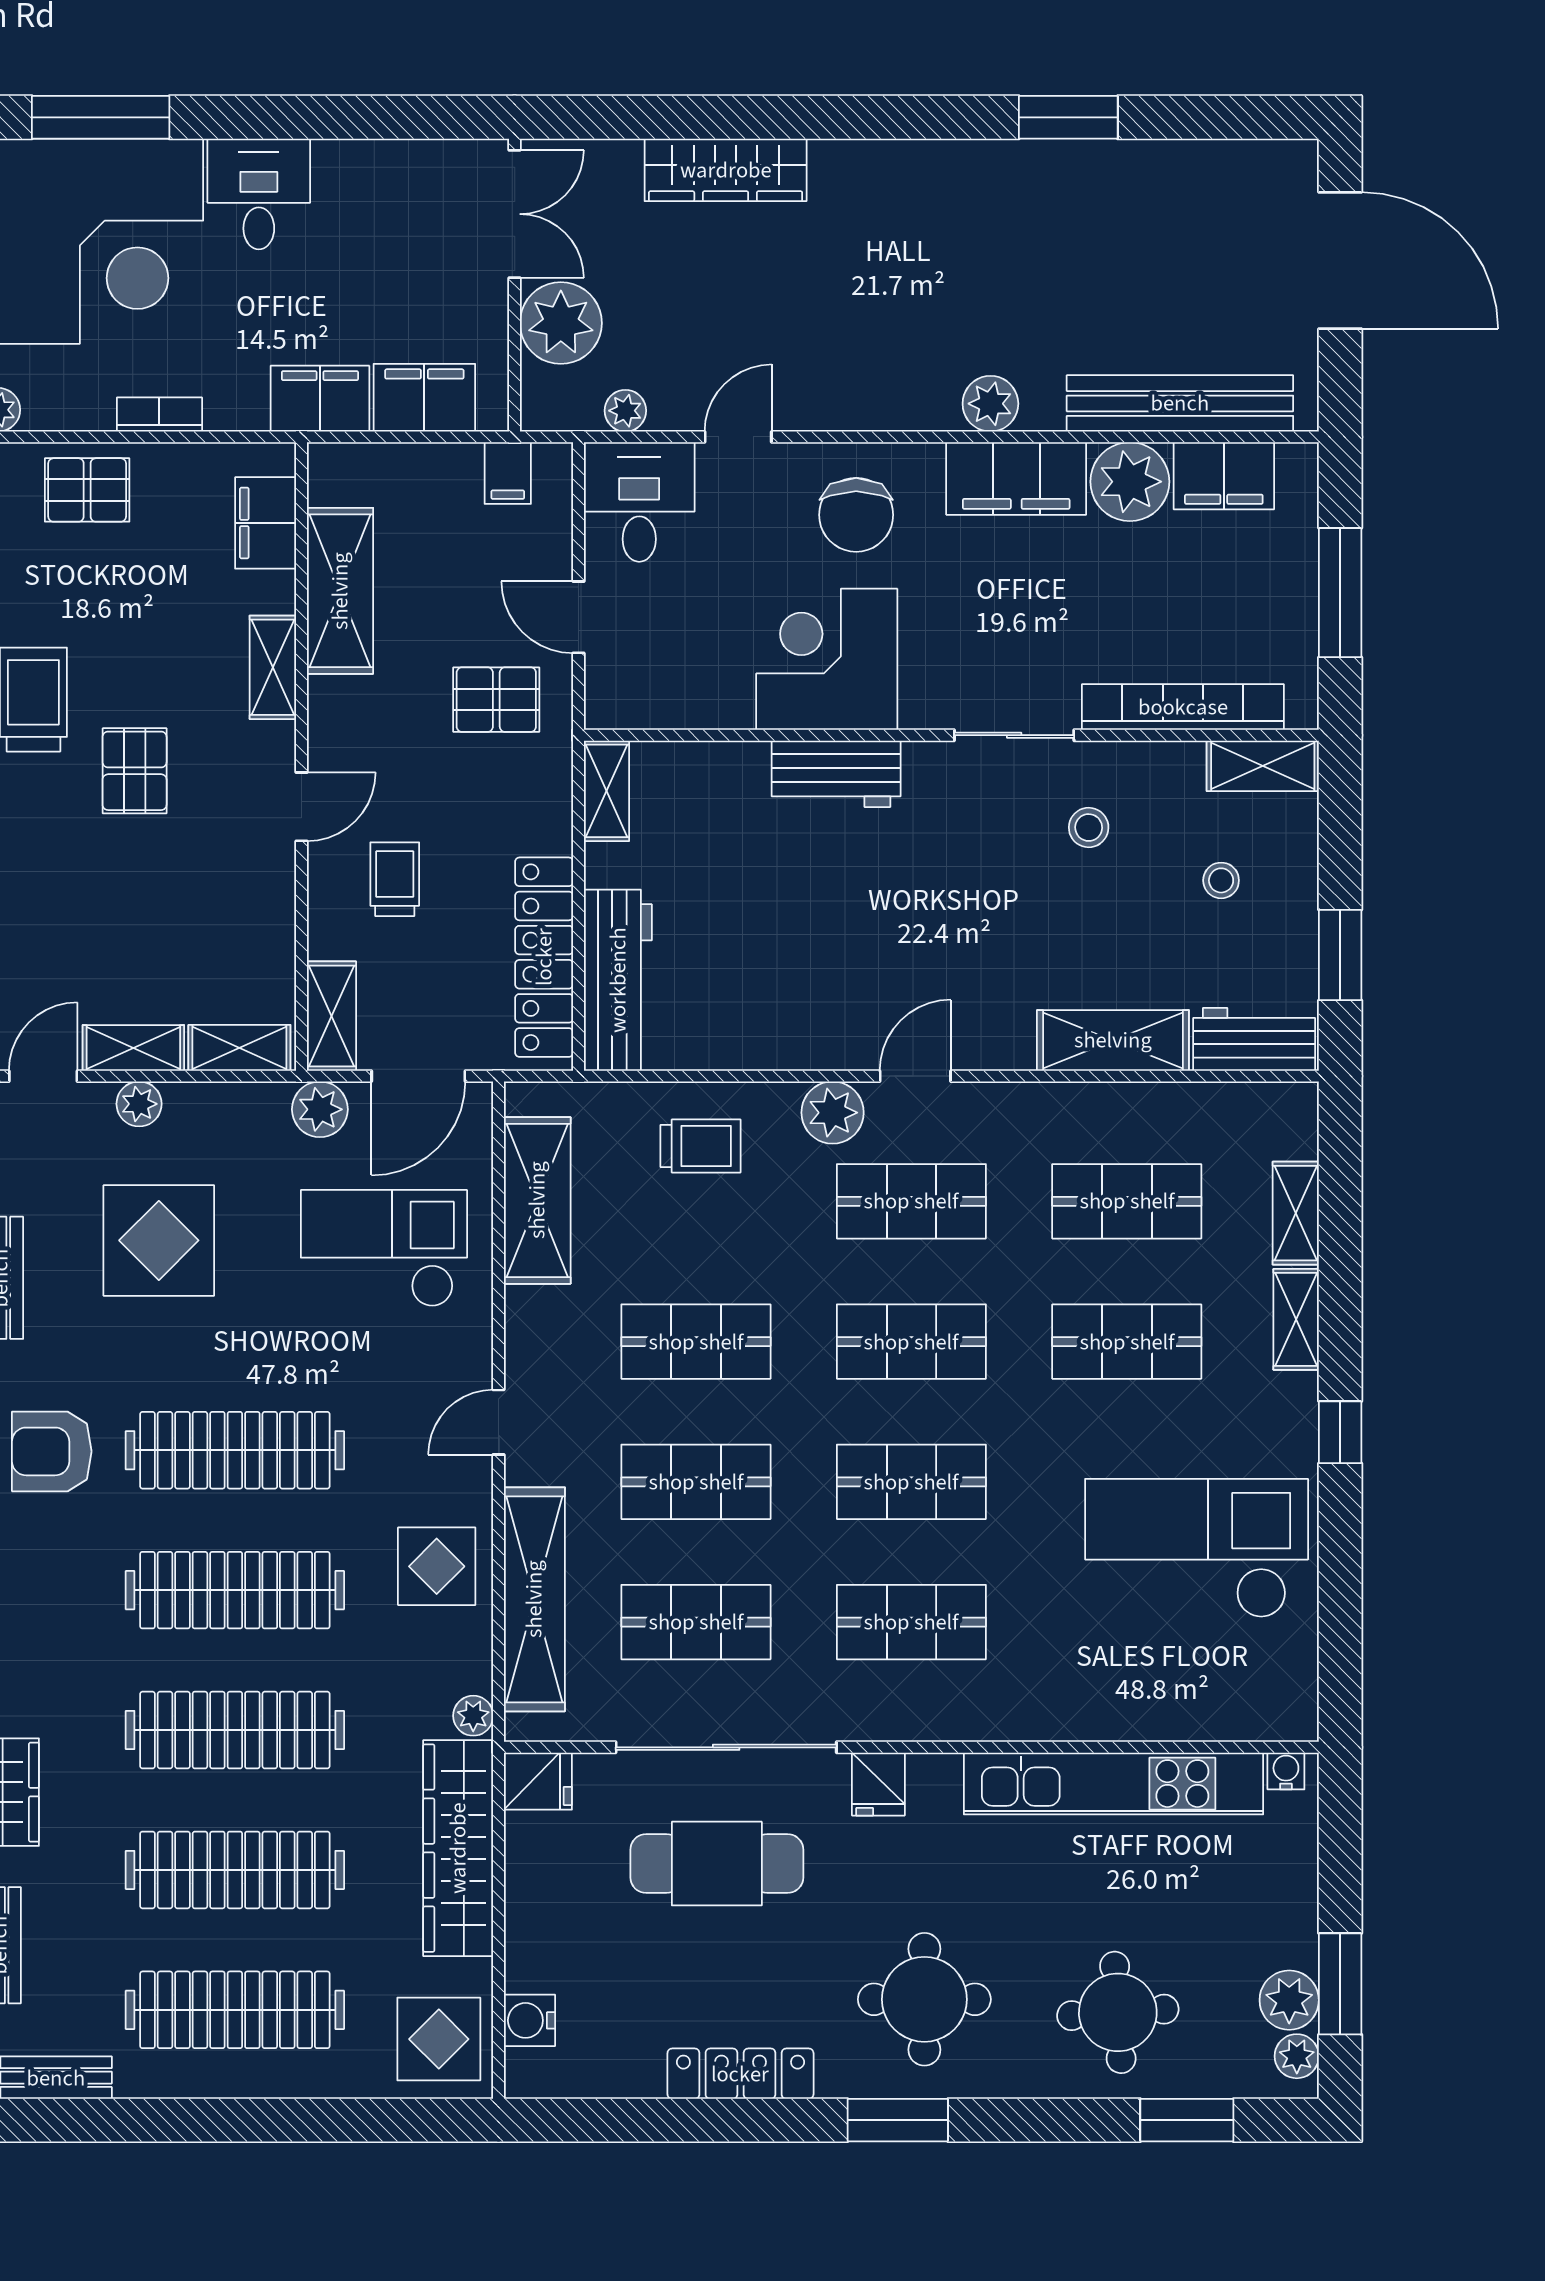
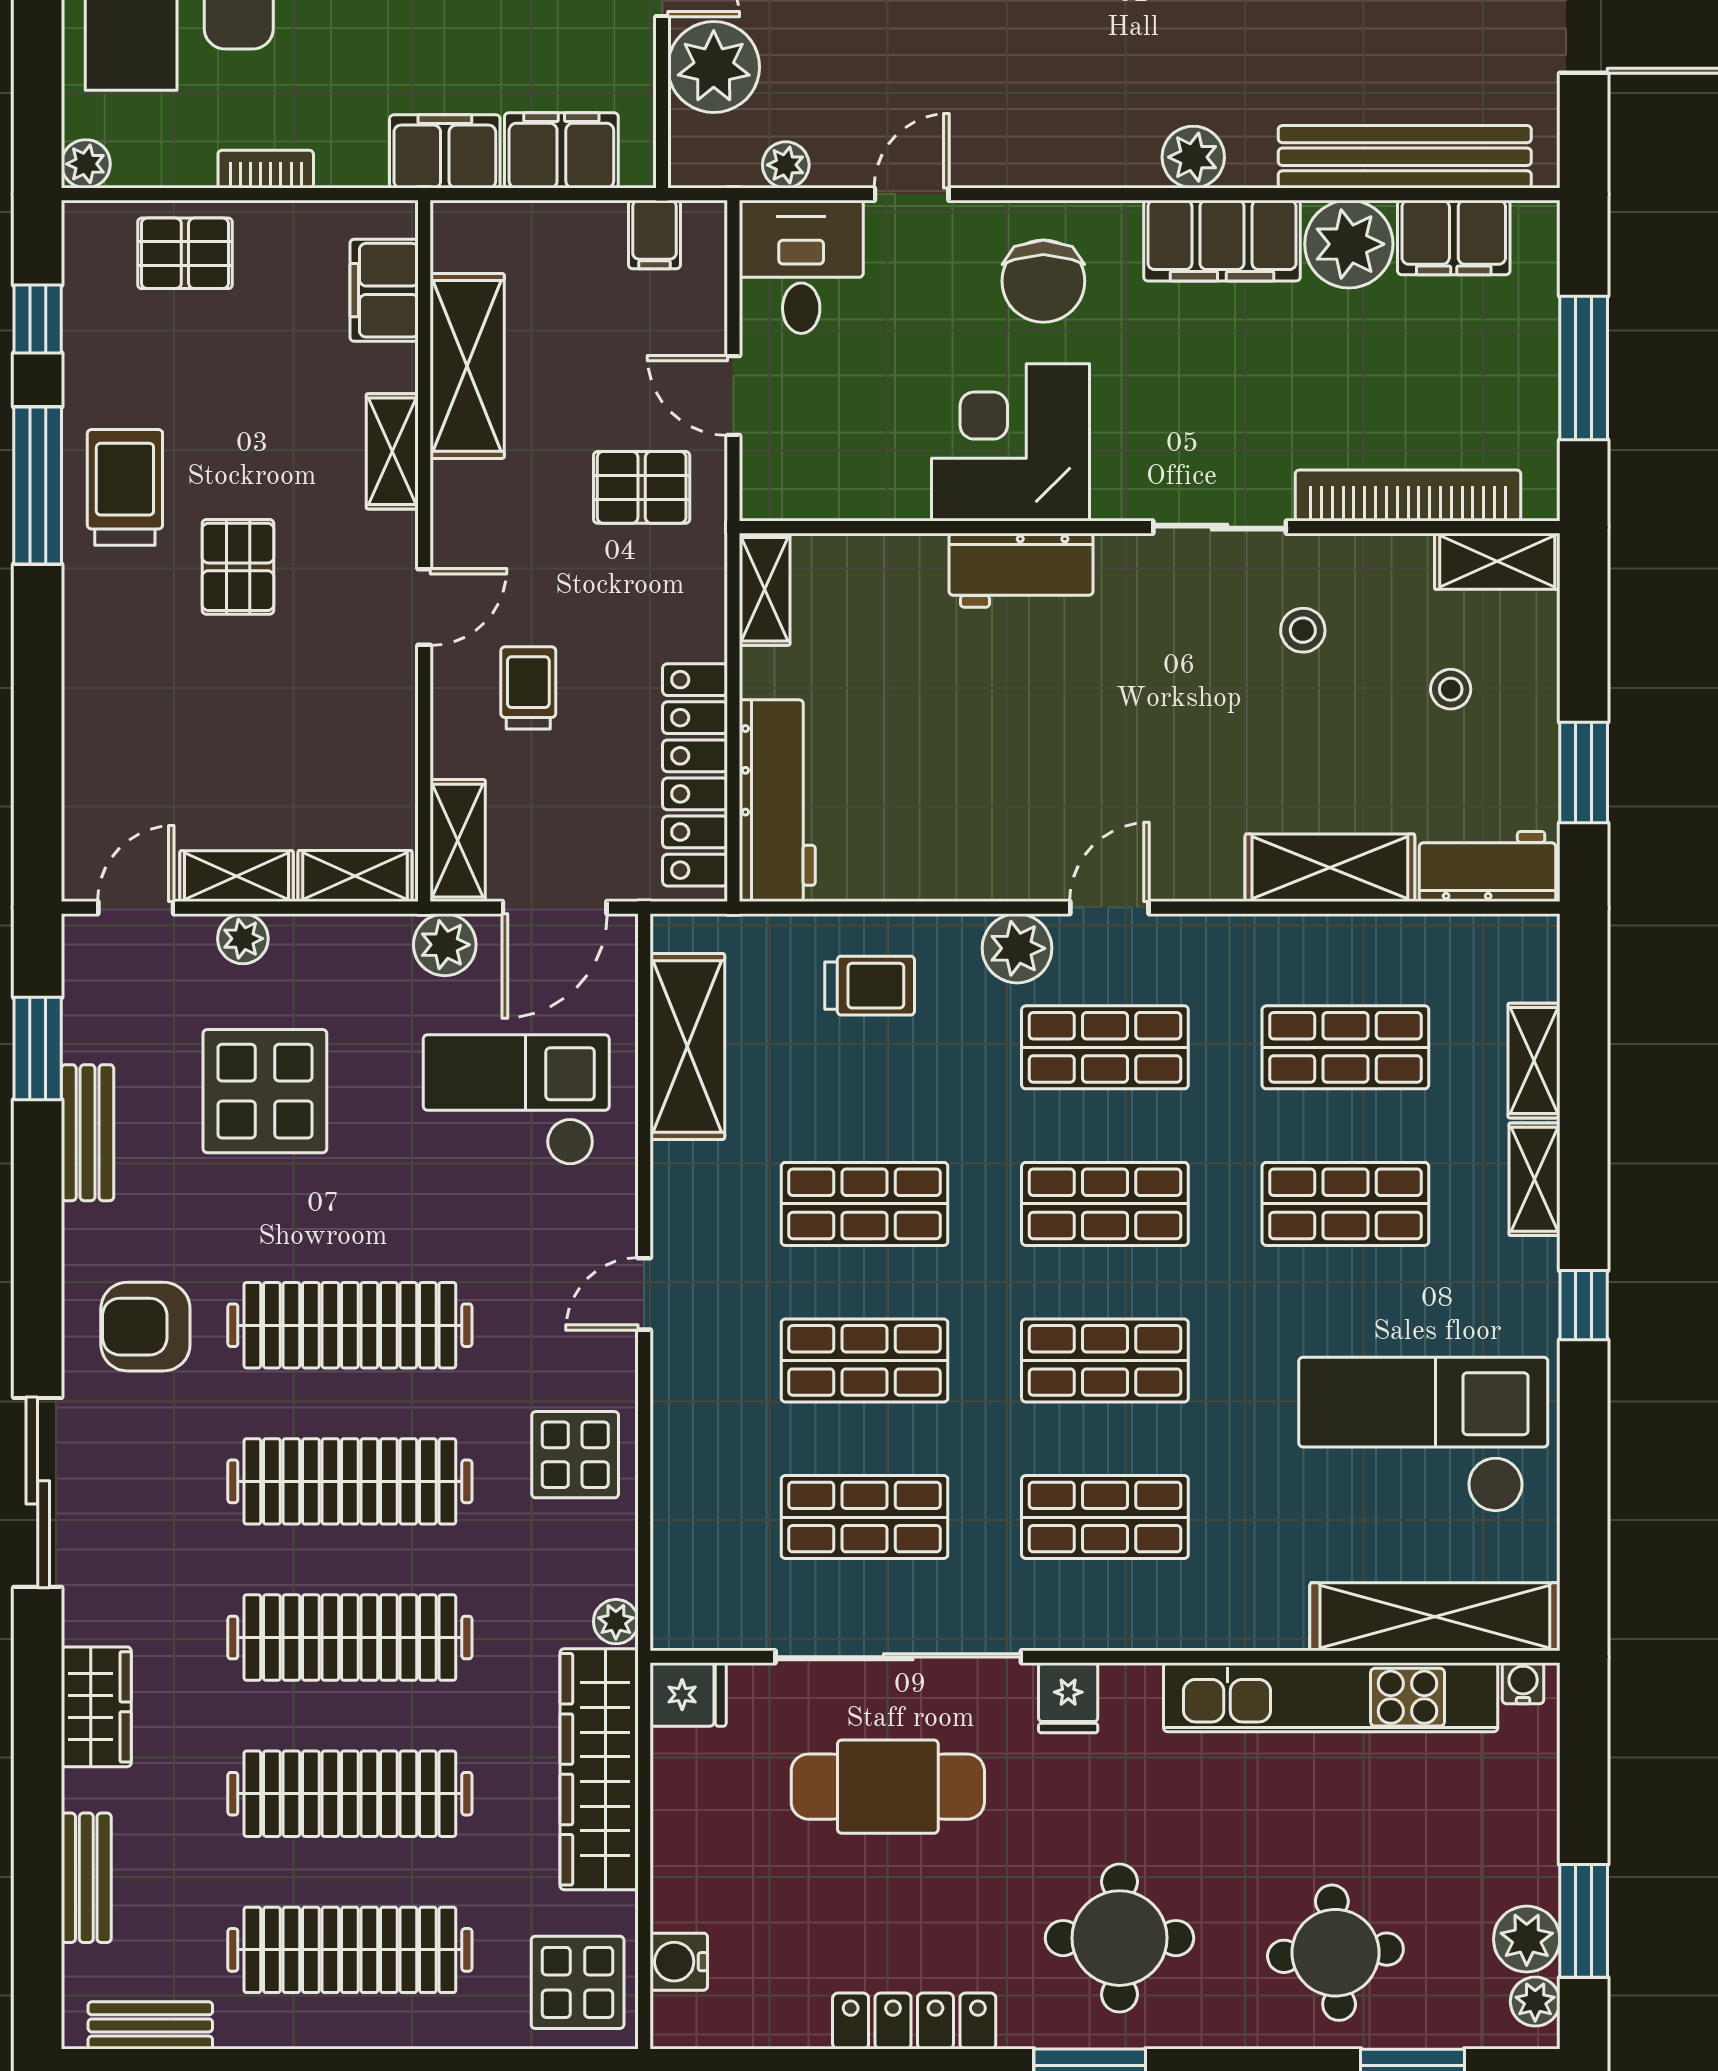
shelving: (534, 1599) -> (1435, 1617), moved, turned 90

